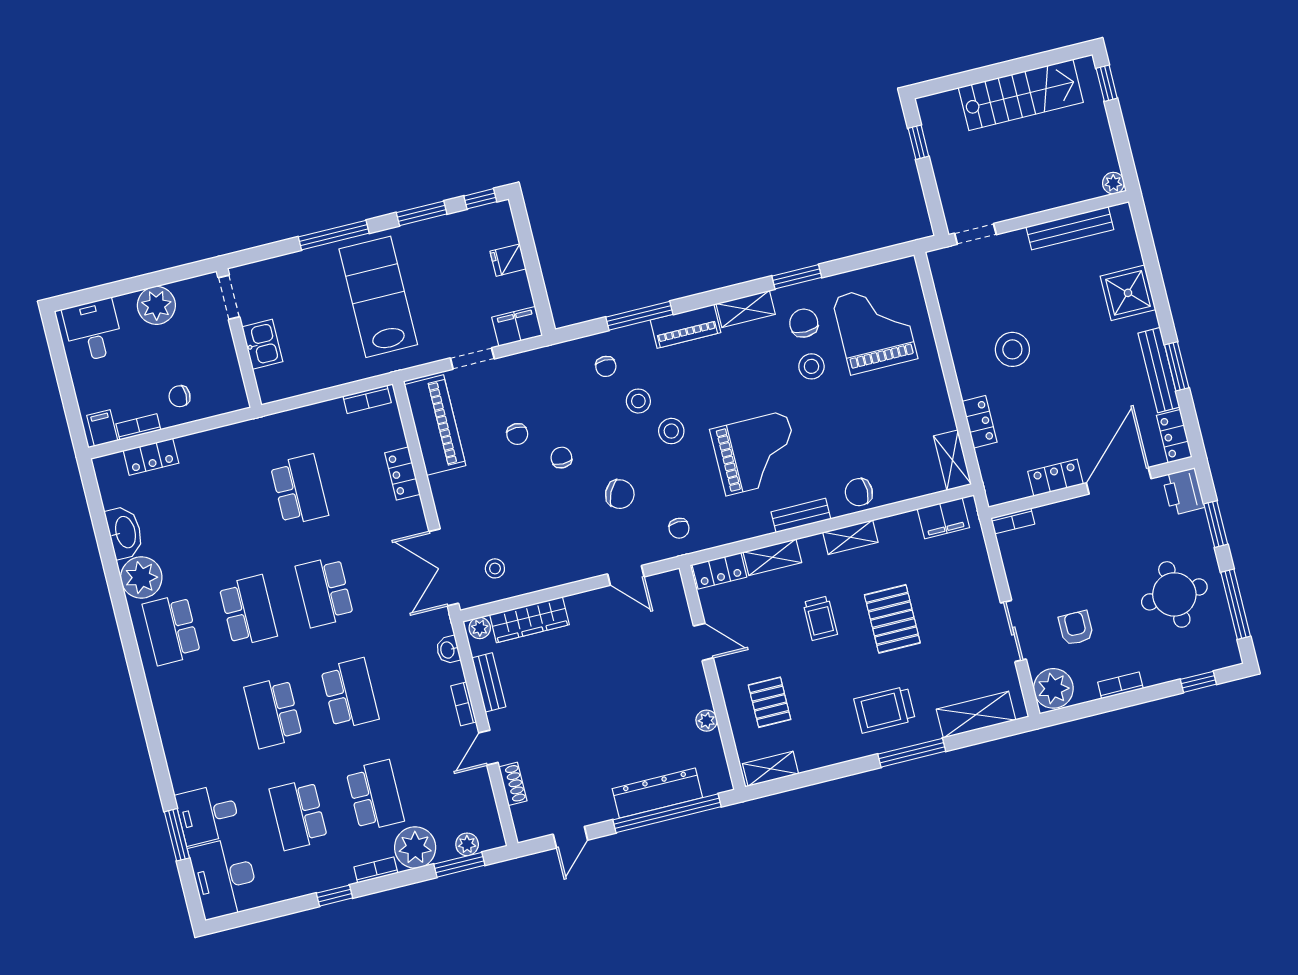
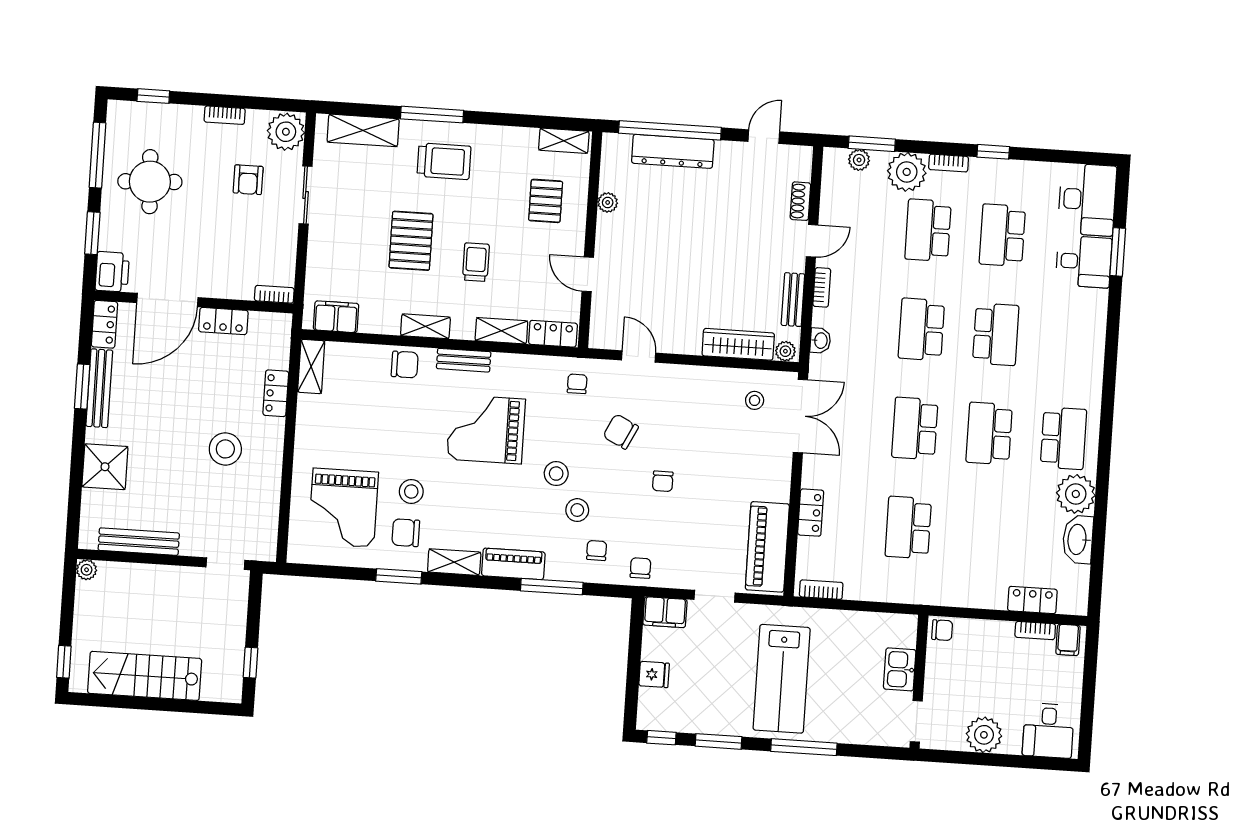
chair: (804, 323) -> (406, 533), turned 90
chair: (180, 396) -> (942, 630), moved
chair: (517, 434) -> (640, 568), moved
school desk: (325, 592) -> (915, 428), turned 180
school desk: (299, 815) -> (1002, 235), turned 180

